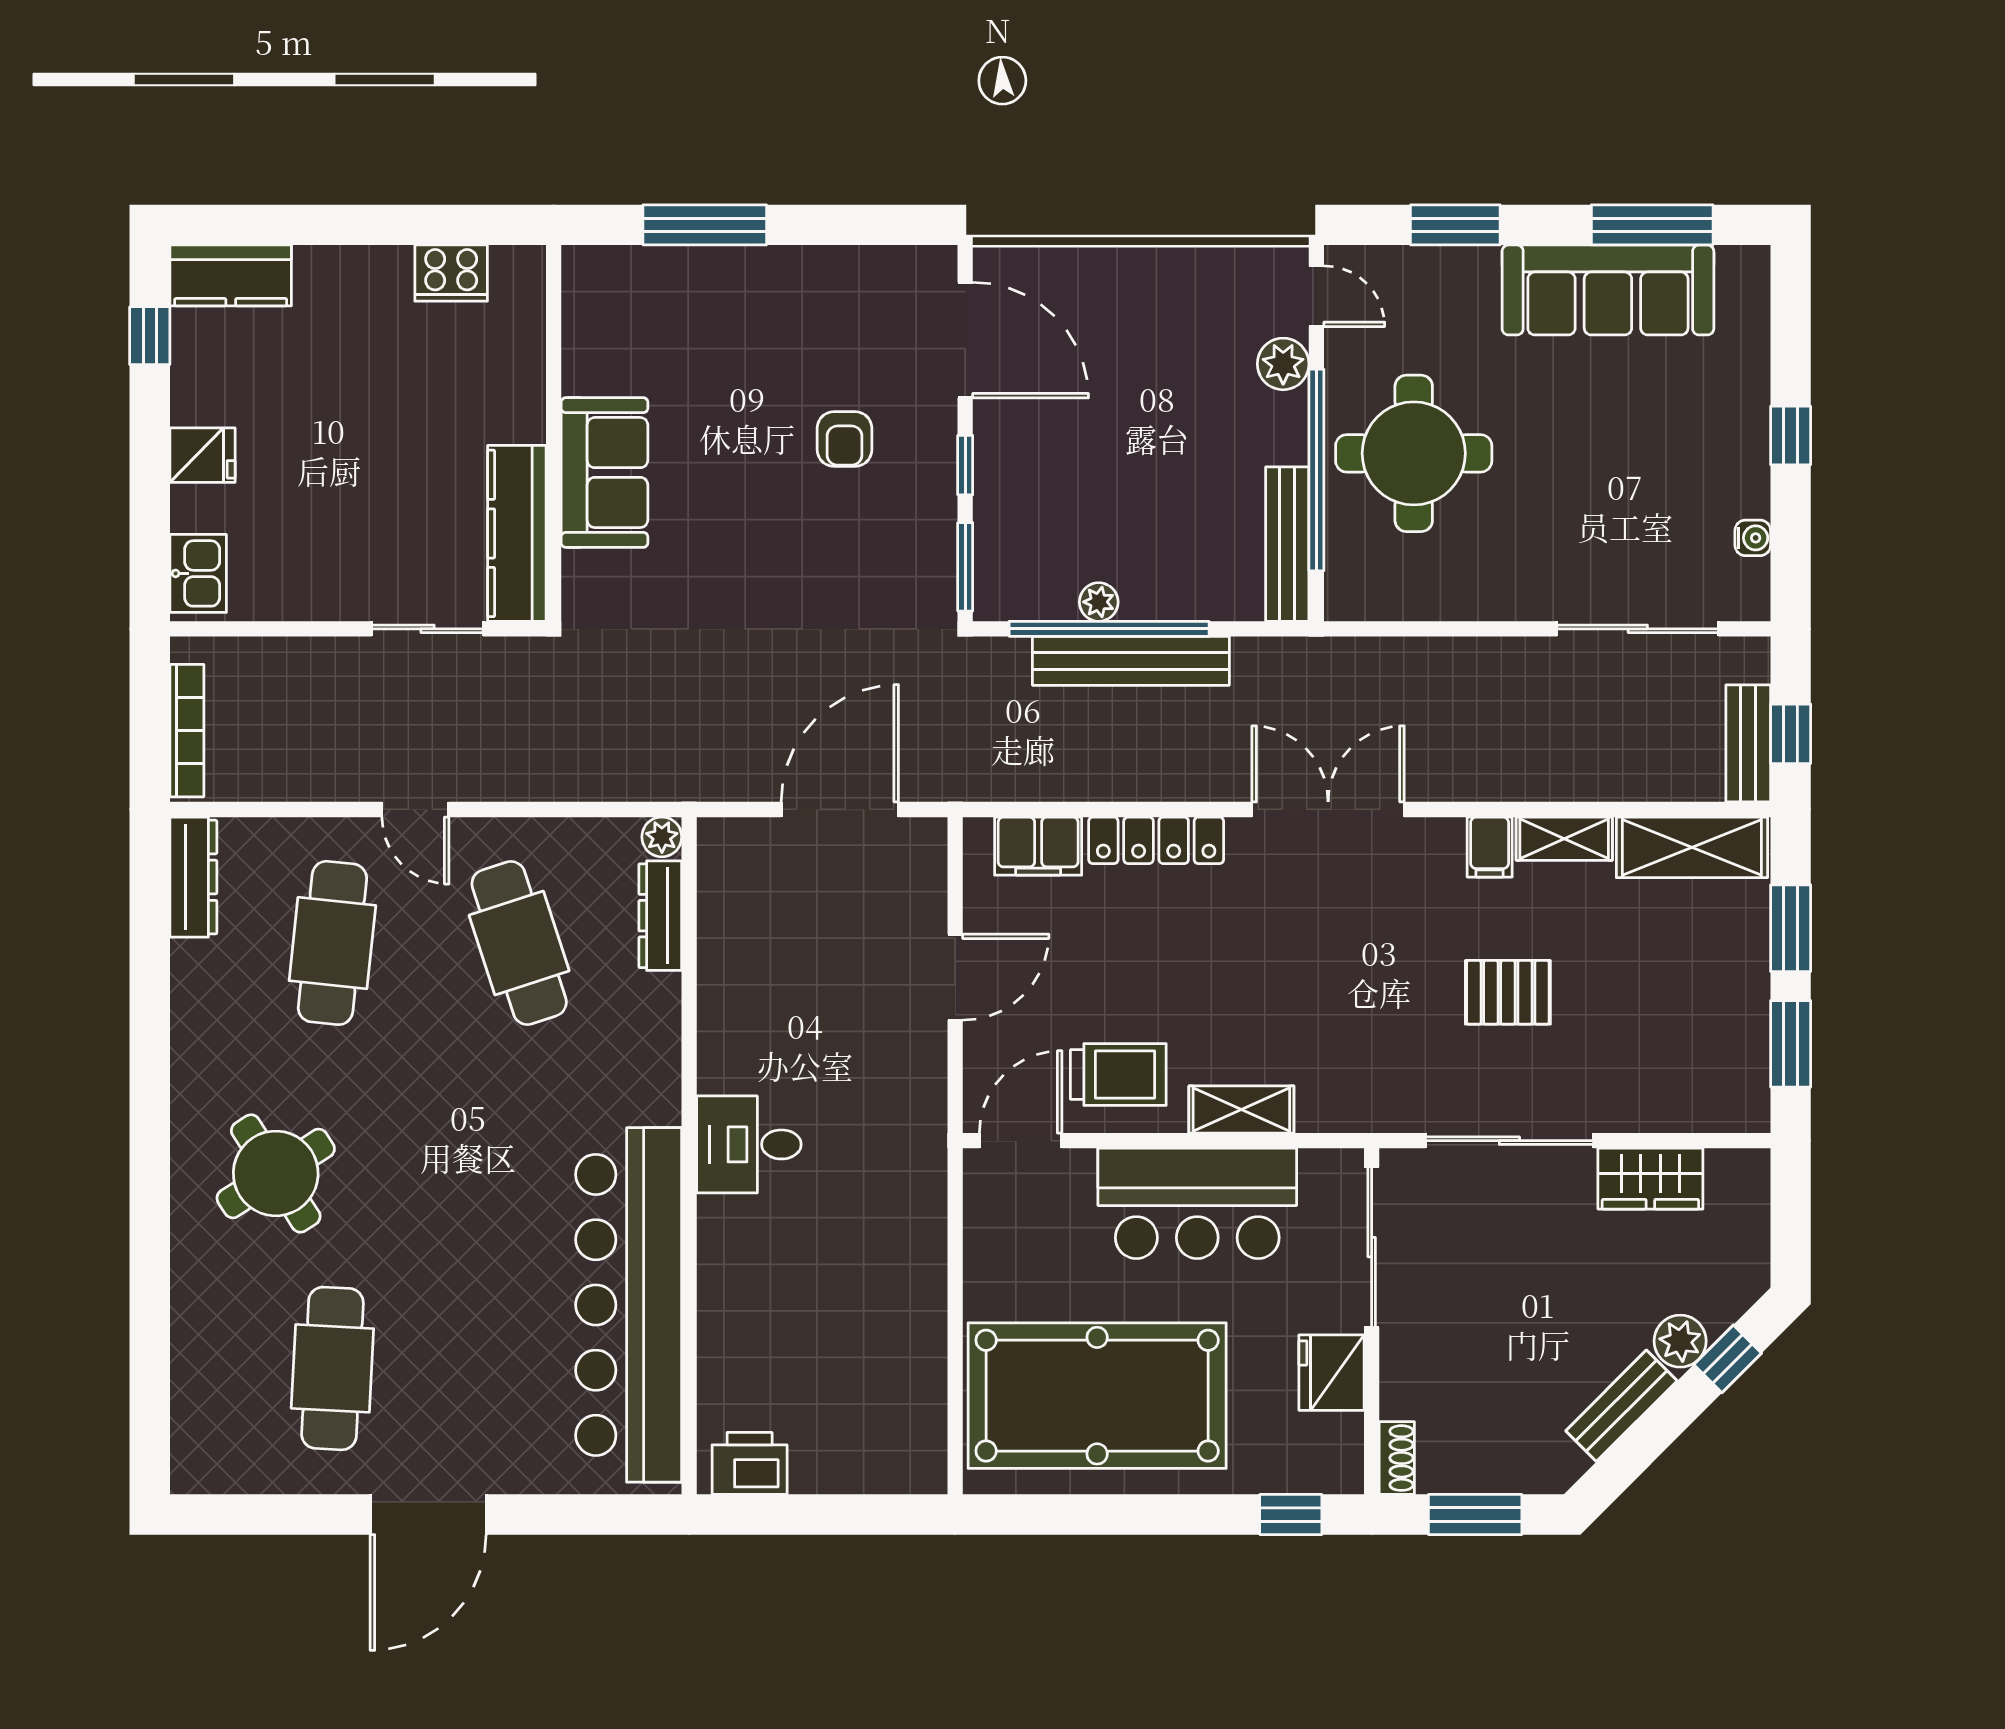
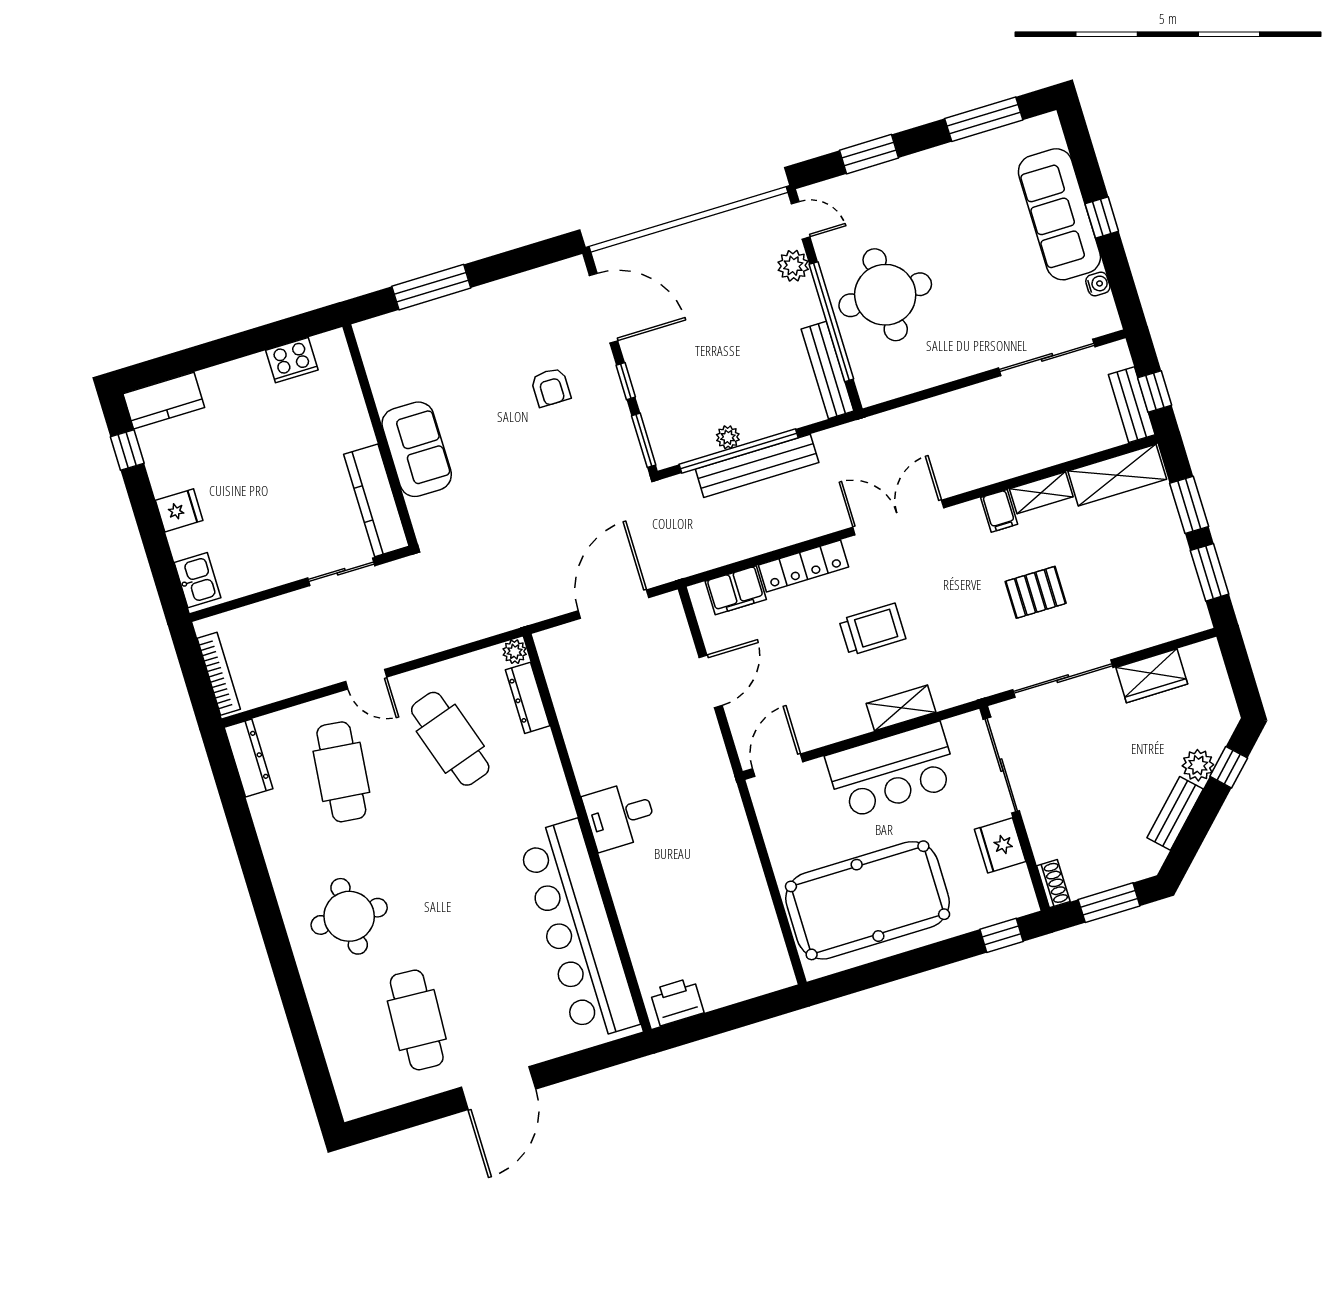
sofa: (1608, 290) -> (1059, 214), moved, turned 90
trolley: (1118, 1075) -> (872, 629), moved
round table: (276, 1173) -> (349, 916), turned 33

